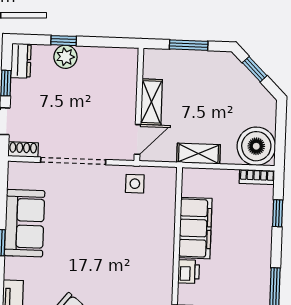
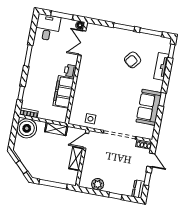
window: (189, 45) -> (53, 184), width x1.44
plant: (65, 57) -> (98, 184), moved

